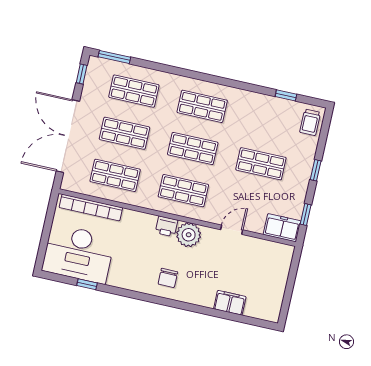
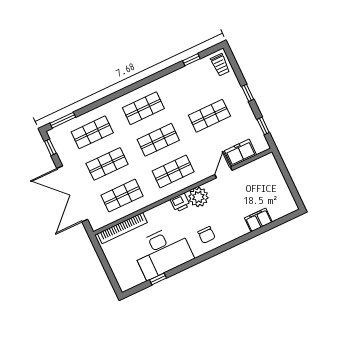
freezer: (282, 228) -> (240, 153), moved
desk: (78, 254) -> (162, 252), moved

